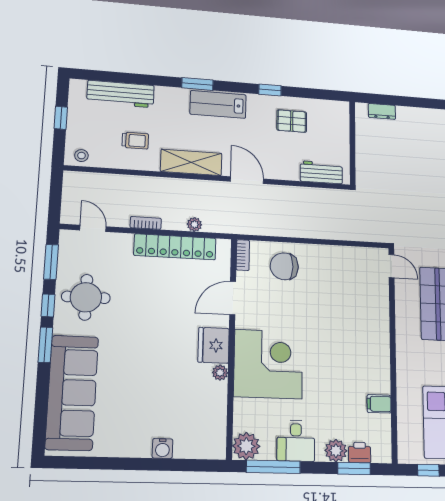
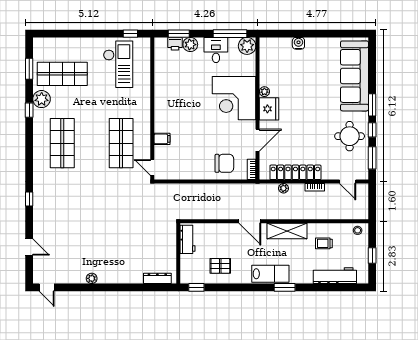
window: (270, 90) -> (196, 287), moved
dresser: (382, 111) -> (157, 278), width x1.44
workbench: (321, 172) -> (188, 239), moved, turned -90
filing cabinet: (379, 404) -> (162, 139), moved

